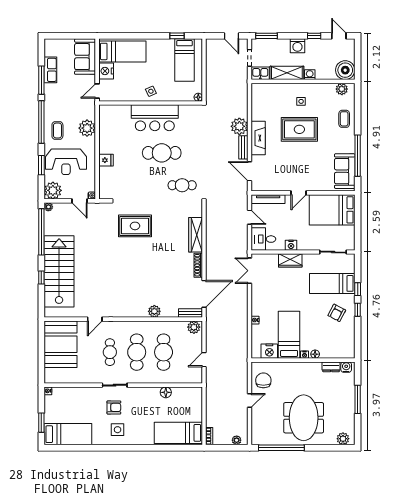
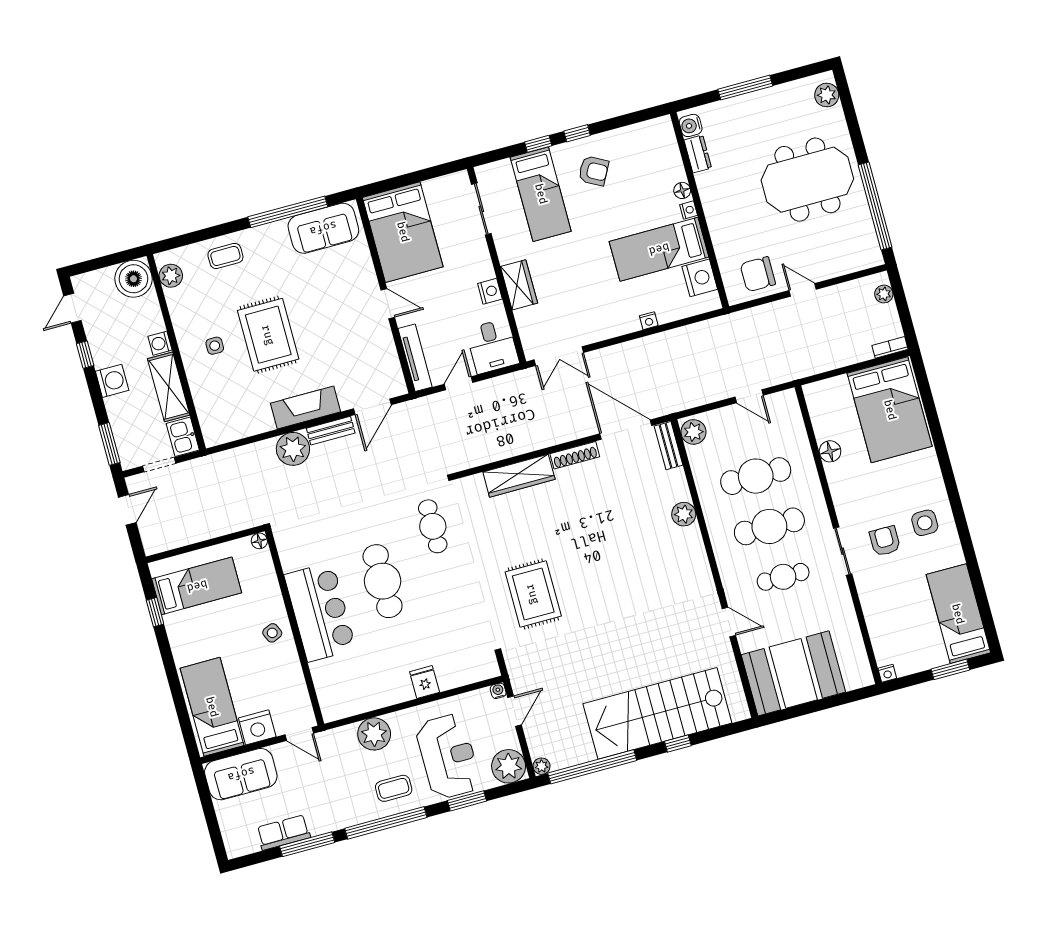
bed: (178, 433) -> (890, 410), width x1.50

